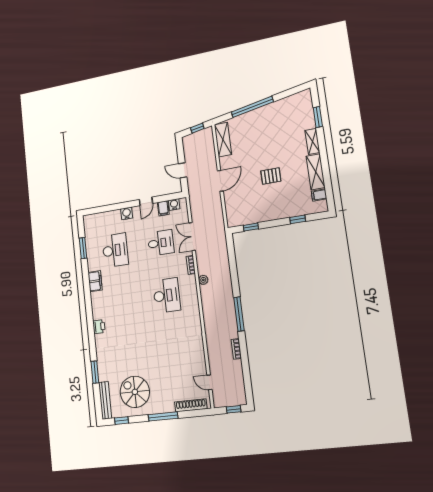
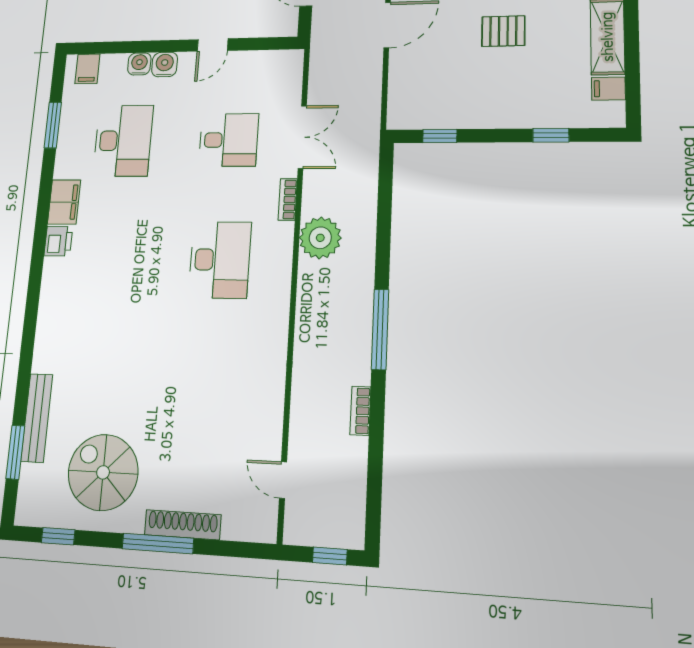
water cooler: (174, 205) -> (139, 64), moved
filing cabinet: (163, 208) -> (87, 69), moved
double door: (192, 237) -> (302, 137), swing flipped
plant: (203, 280) -> (320, 238), width x1.88, depth x1.88
printer: (99, 327) -> (58, 241), moved
window: (95, 372) -> (15, 452), moved
bench: (105, 400) -> (37, 418), moved
shoe rack: (191, 405) -> (183, 525), moved

